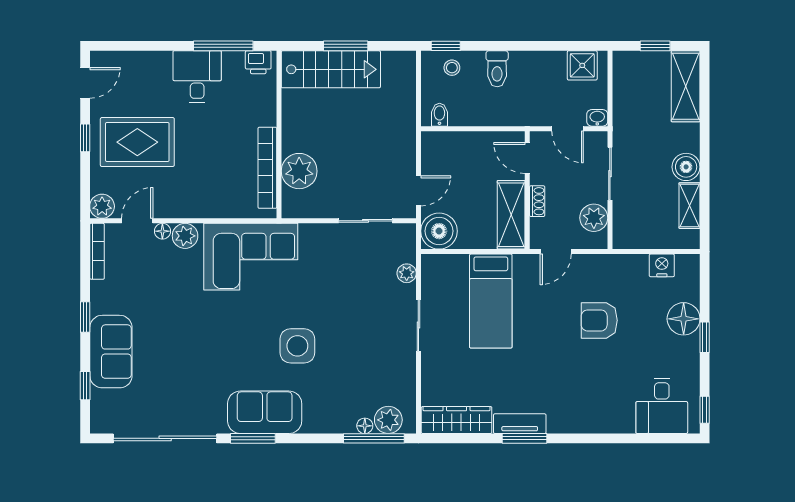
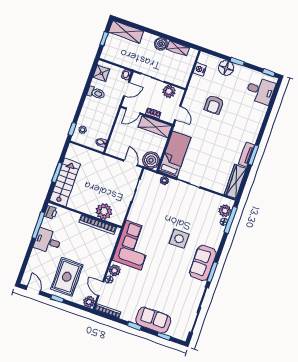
toilet: (497, 69) -> (96, 93), moved
bed: (491, 301) -> (175, 154), moved, turned -90

